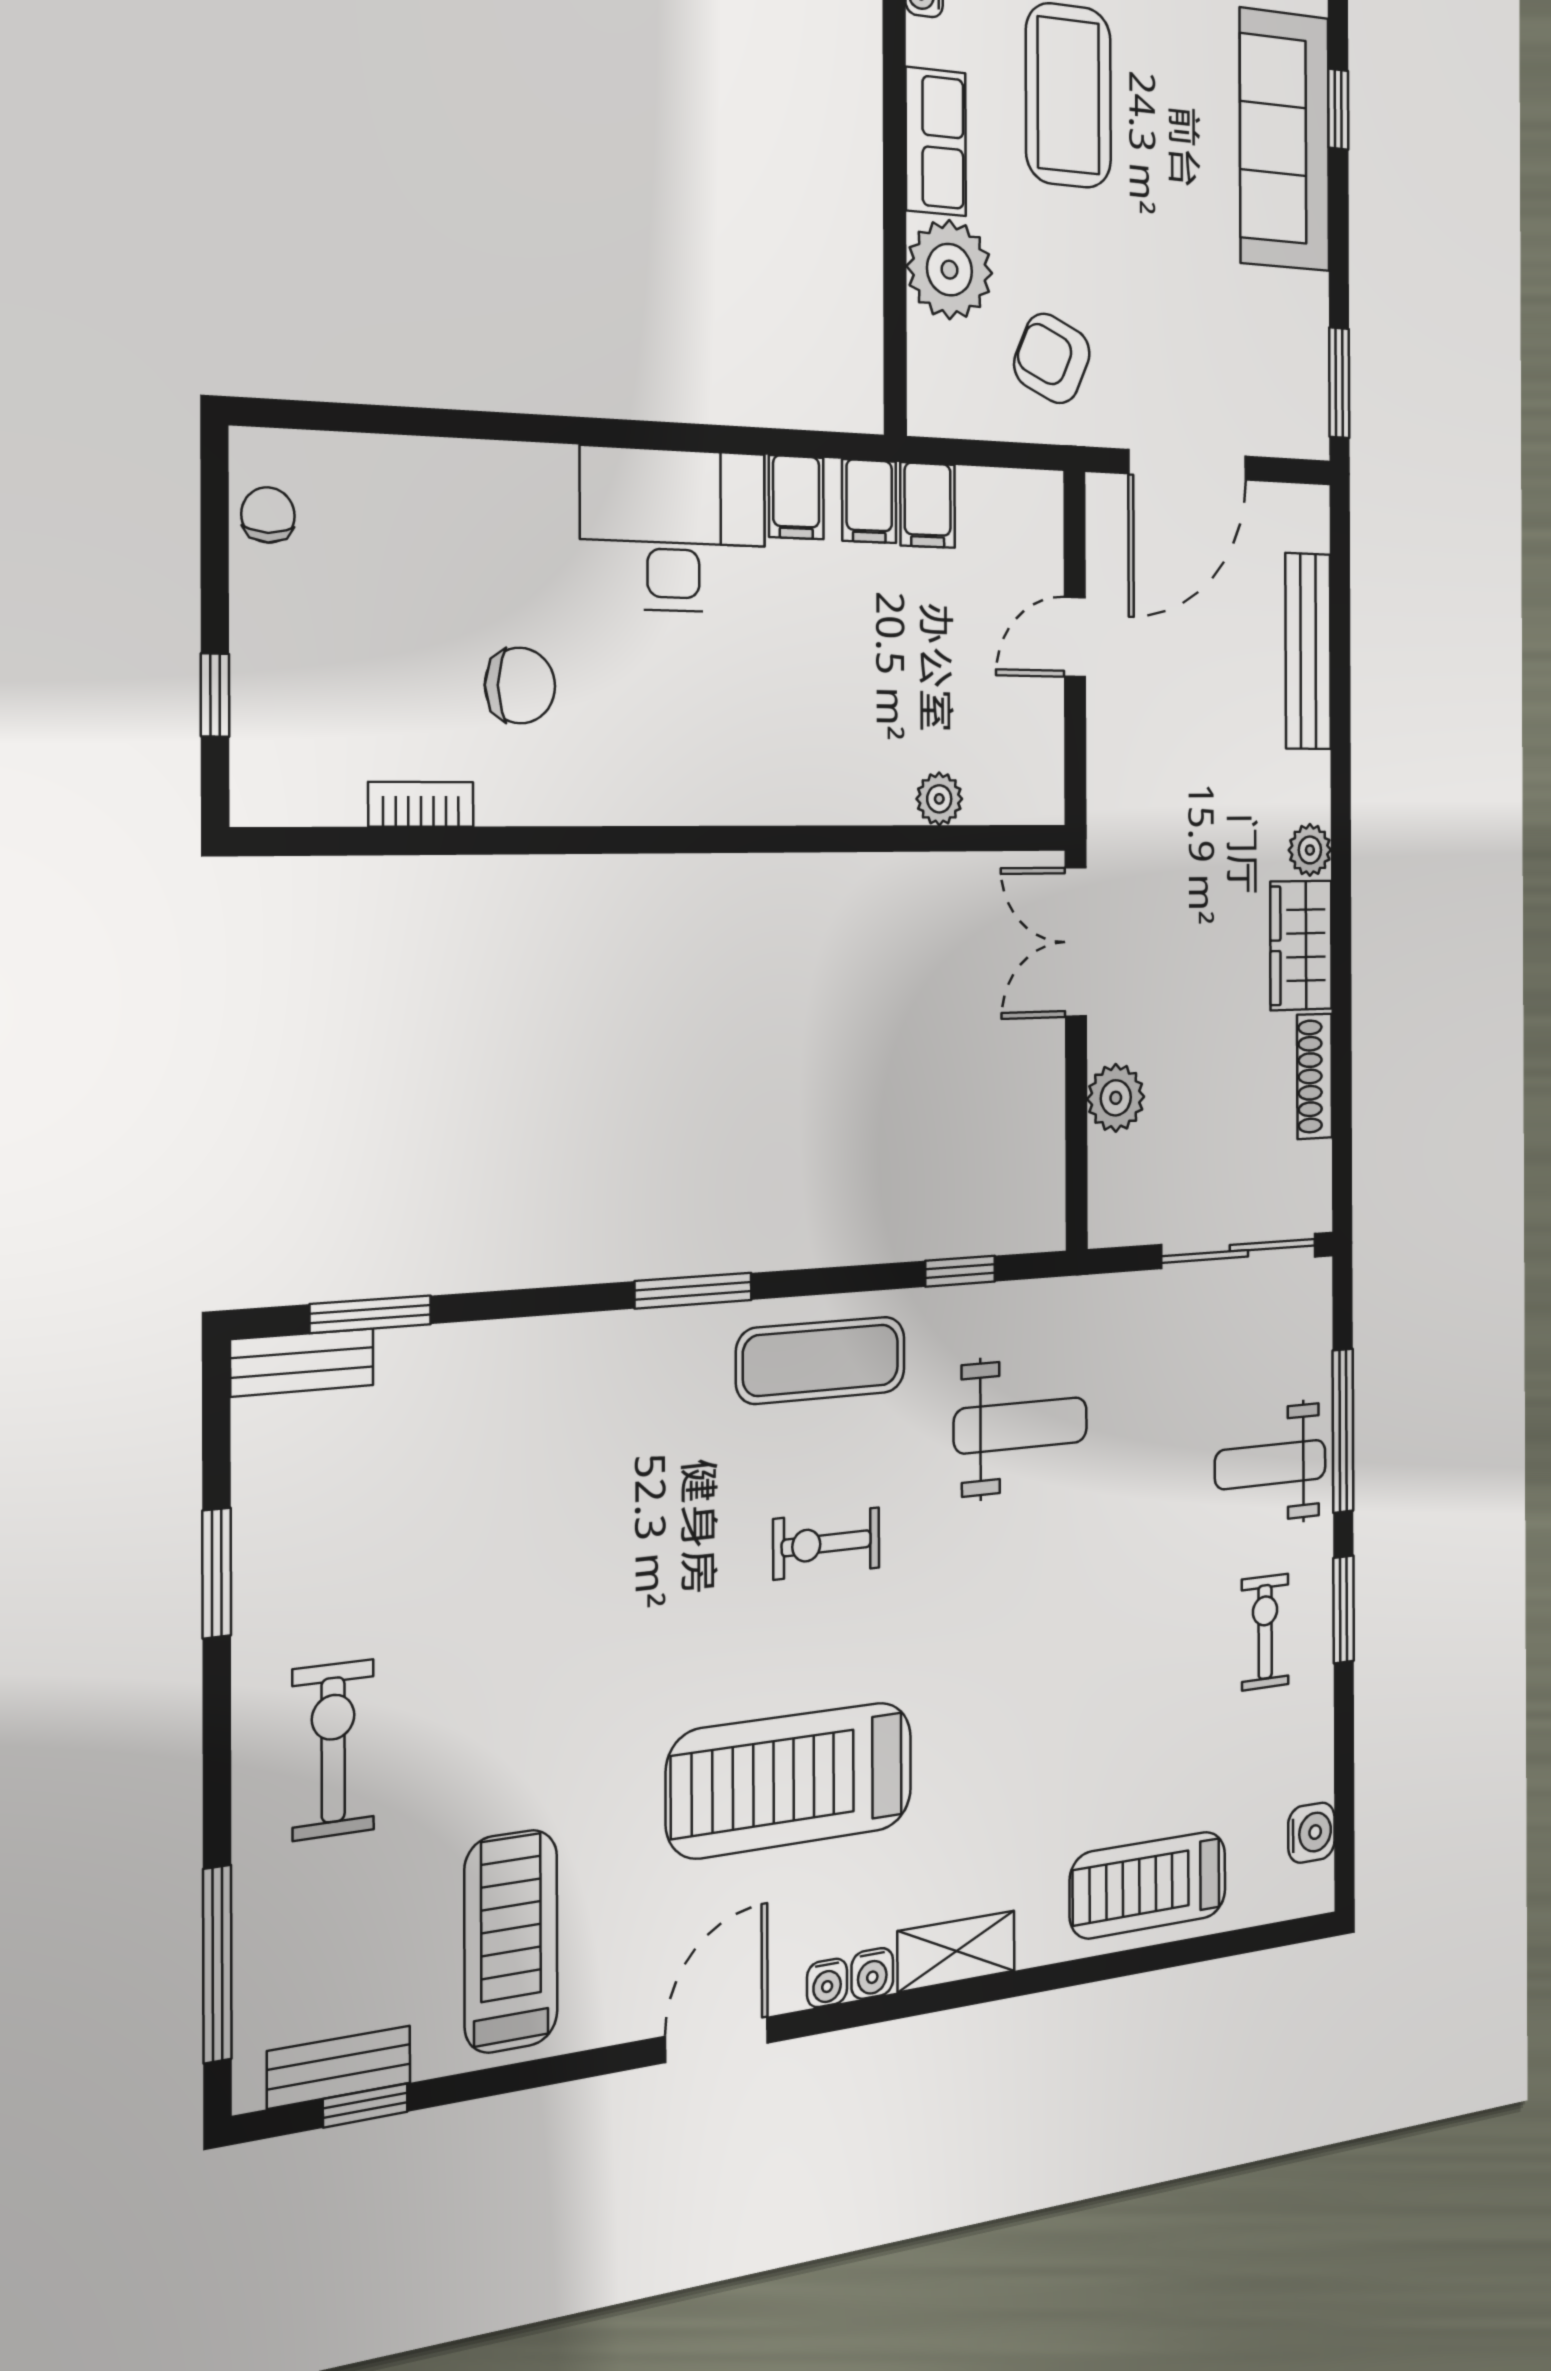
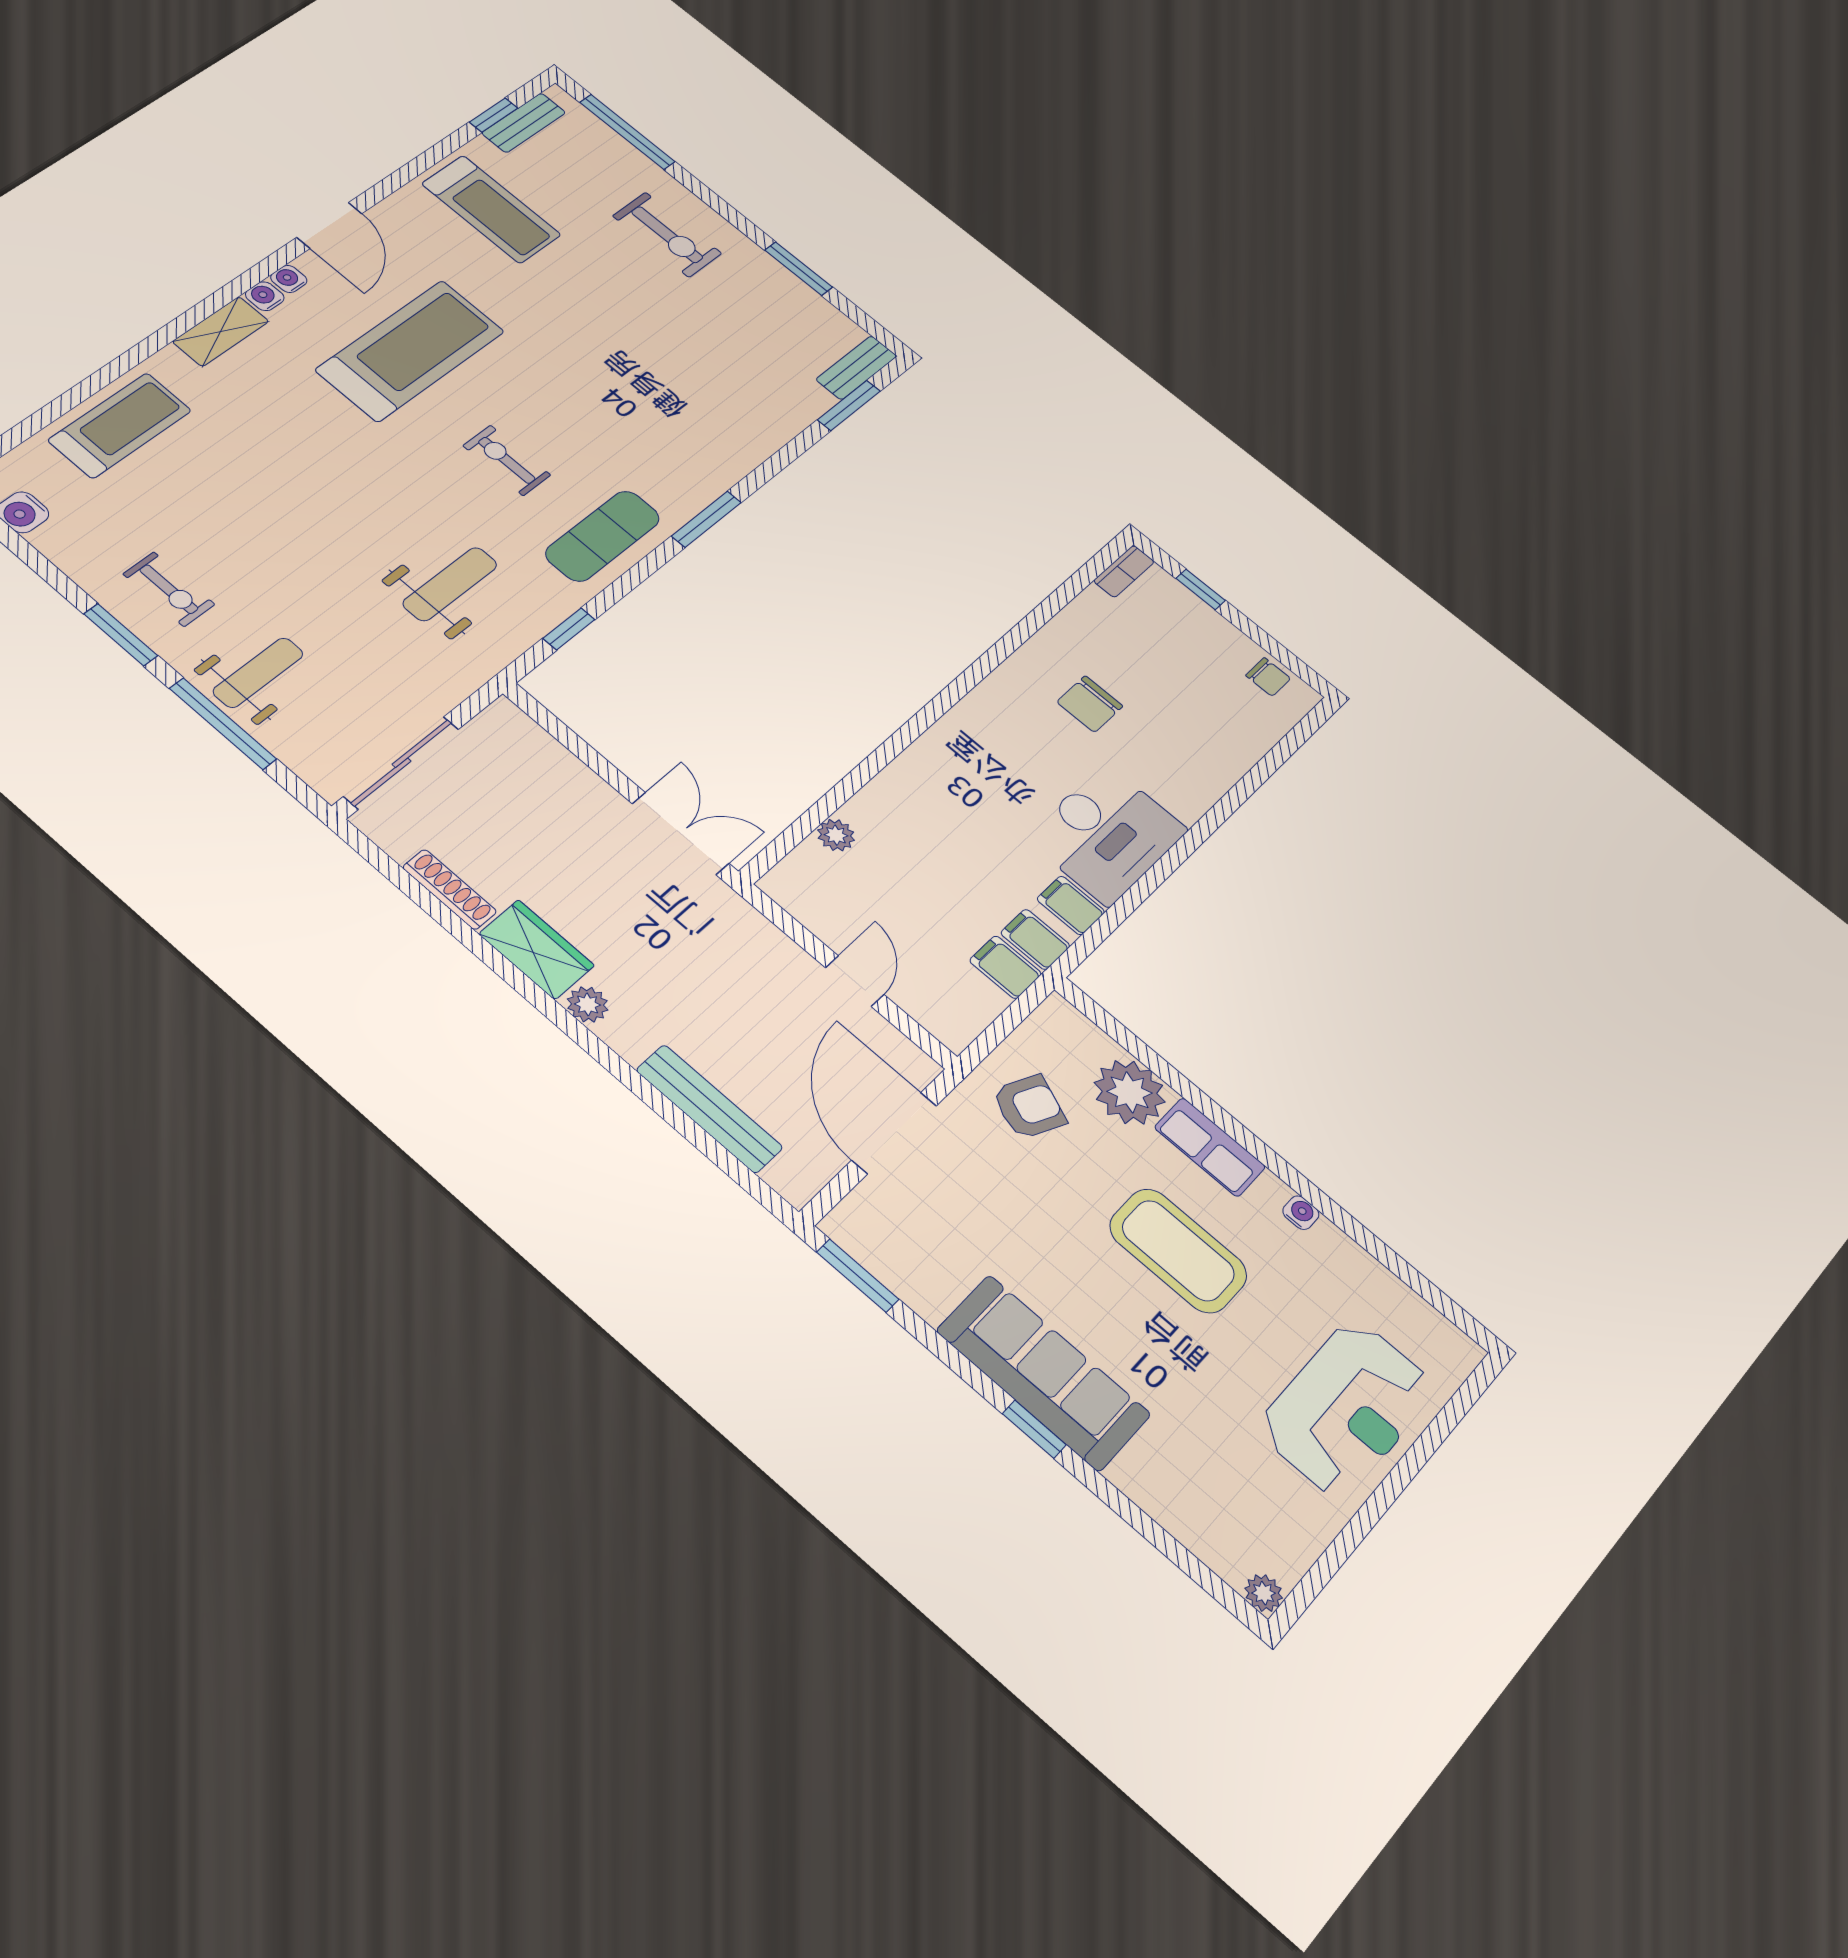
bookcase: (421, 804) -> (1124, 571), moved
plant: (1116, 1098) -> (569, 778), removed
weight bench: (1021, 1425) -> (450, 584), turned 180
exercise bike: (826, 1543) -> (507, 460), turned -90

